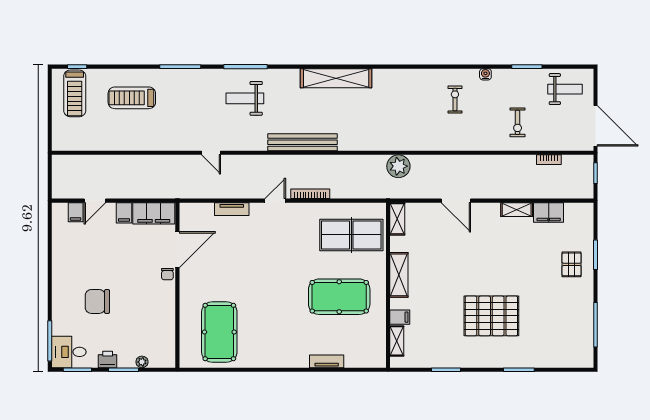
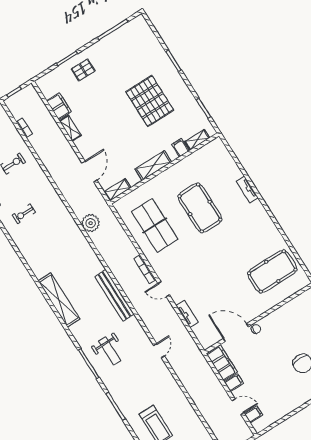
shelving: (397, 219) -> (117, 190), moved
shelving: (399, 275) -> (153, 166), moved
wall: (388, 285) -> (164, 168), moved
filing cabinet: (400, 317) -> (180, 148), moved
shelving: (397, 341) -> (197, 140), moved

